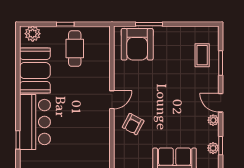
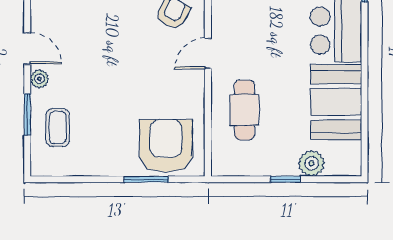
plant: (33, 34) -> (312, 163), moved
cafe table: (75, 49) -> (244, 110), moved
plant: (213, 120) -> (39, 79), moved

